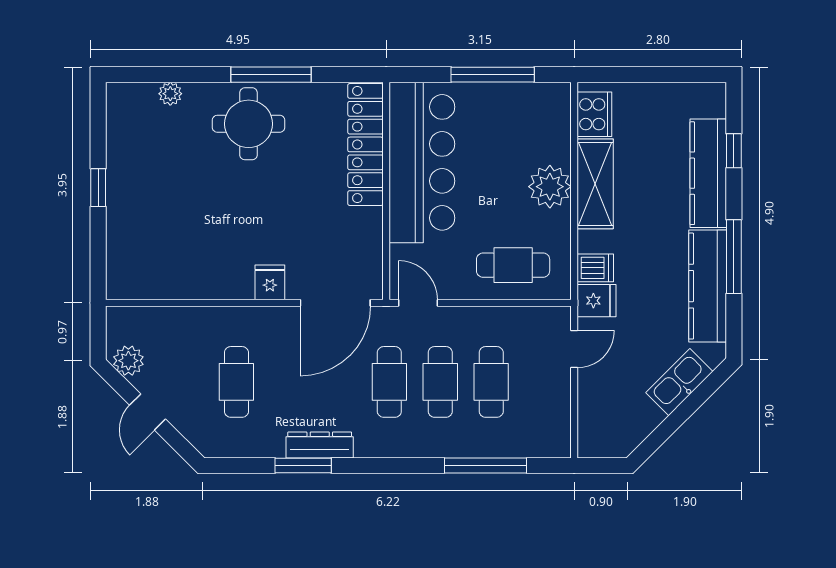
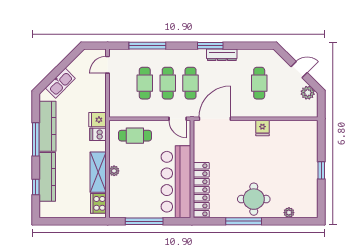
plant: (550, 187) -> (114, 171), width x0.53, depth x0.53
fridge: (270, 282) -> (262, 128), moved
door: (574, 349) -> (108, 65), moved
door: (148, 412) -> (299, 70), hinge flipped
window: (303, 466) -> (210, 46), moved

